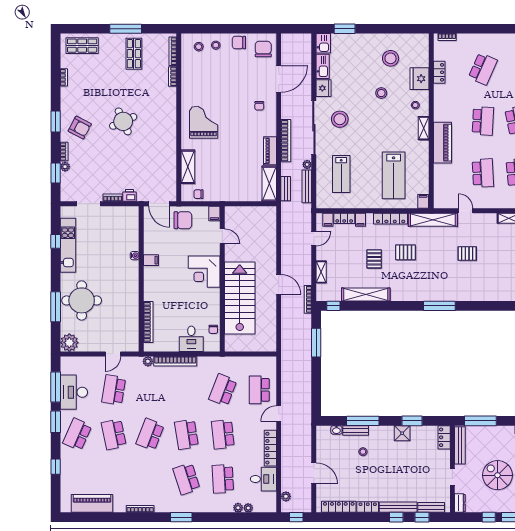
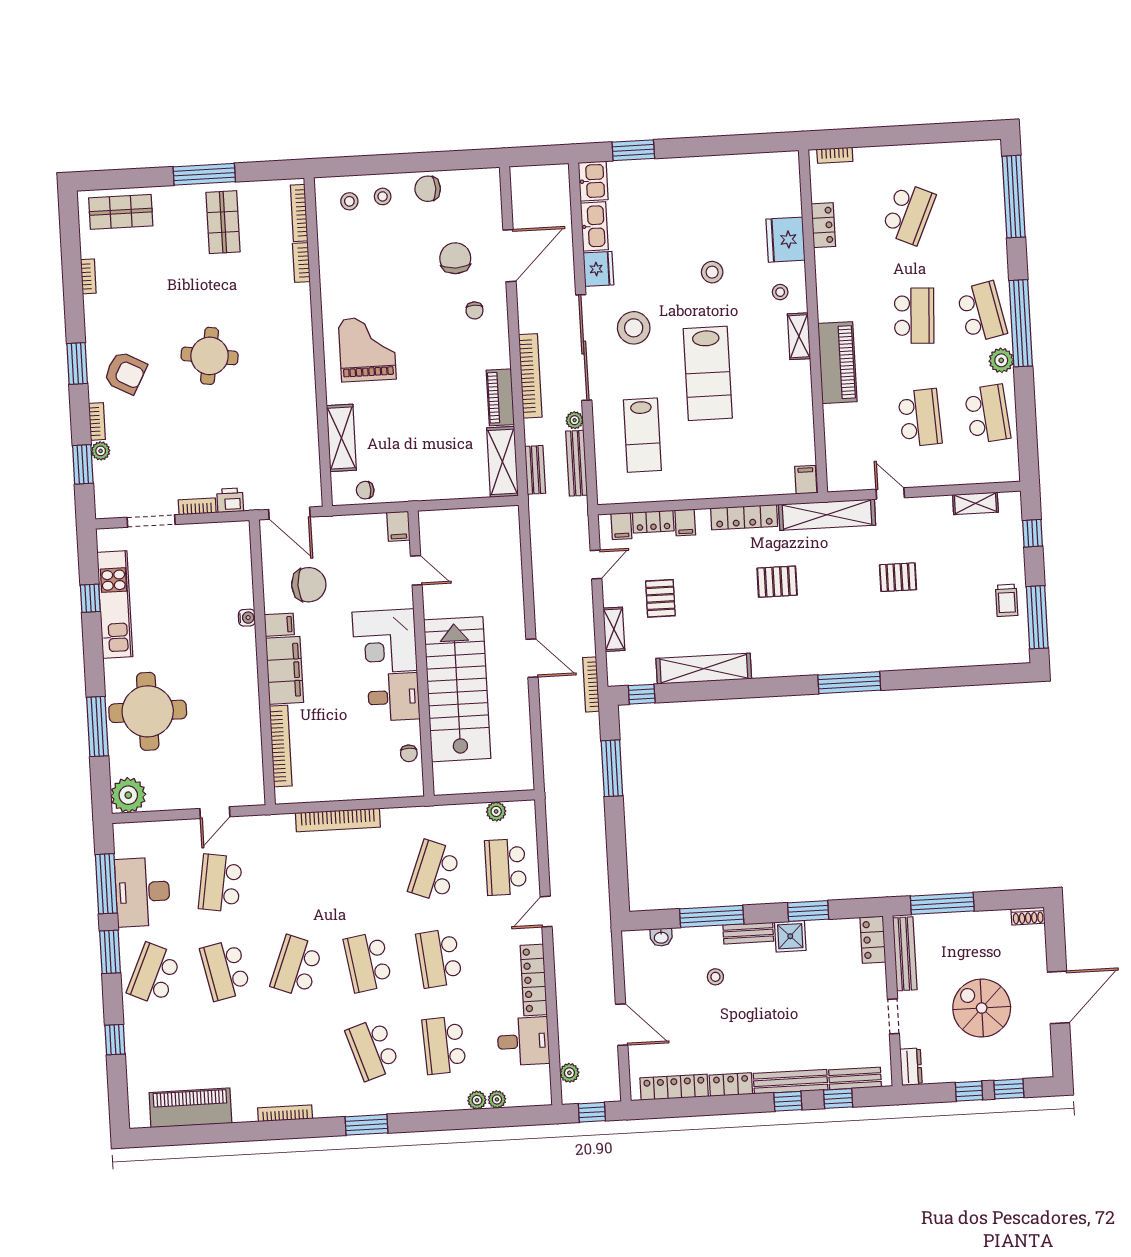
chair: (263, 49) -> (455, 258), moved
stool: (391, 58) -> (727, 203), removed
round table: (123, 121) -> (210, 356), turned 32
lab bench: (394, 175) -> (708, 373), moved
chair: (183, 220) -> (309, 585), moved
pallet: (374, 259) -> (660, 598), moved
filing cabinet: (152, 283) -> (285, 670), added
desk: (191, 339) -> (394, 697), moved, turned -90
plant: (148, 361) -> (496, 811), moved
bench: (356, 430) -> (748, 933), moved

